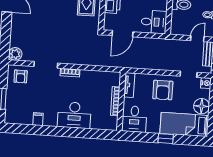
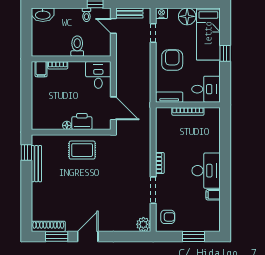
armchair: (163, 90) -> (172, 60), turned -90
desk: (74, 115) -> (206, 171), moved

